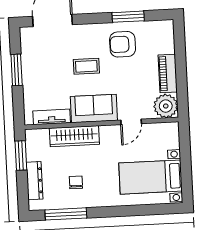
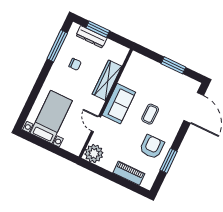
piano: (168, 73) -> (129, 173), moved
tv unit: (52, 117) -> (129, 72), removed
window: (21, 155) -> (98, 29), moved

